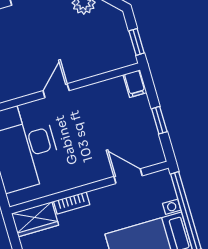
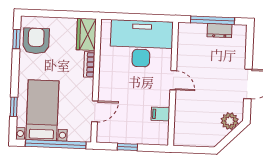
window: (137, 42) -> (189, 150), removed
filing cabinet: (135, 84) -> (160, 114), moved

